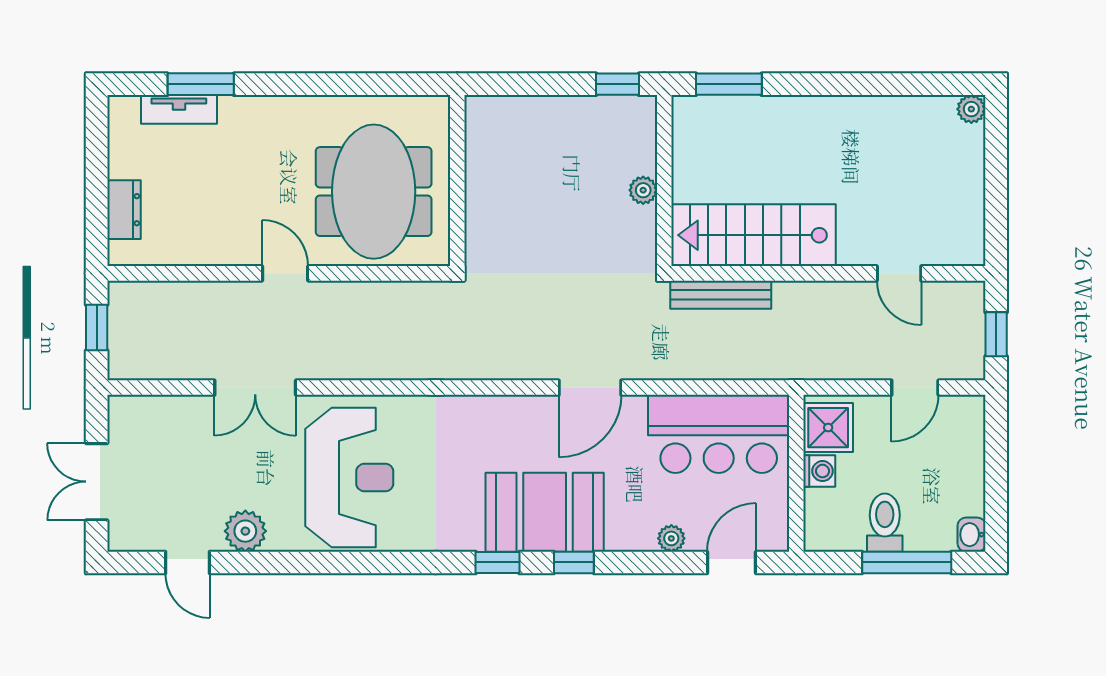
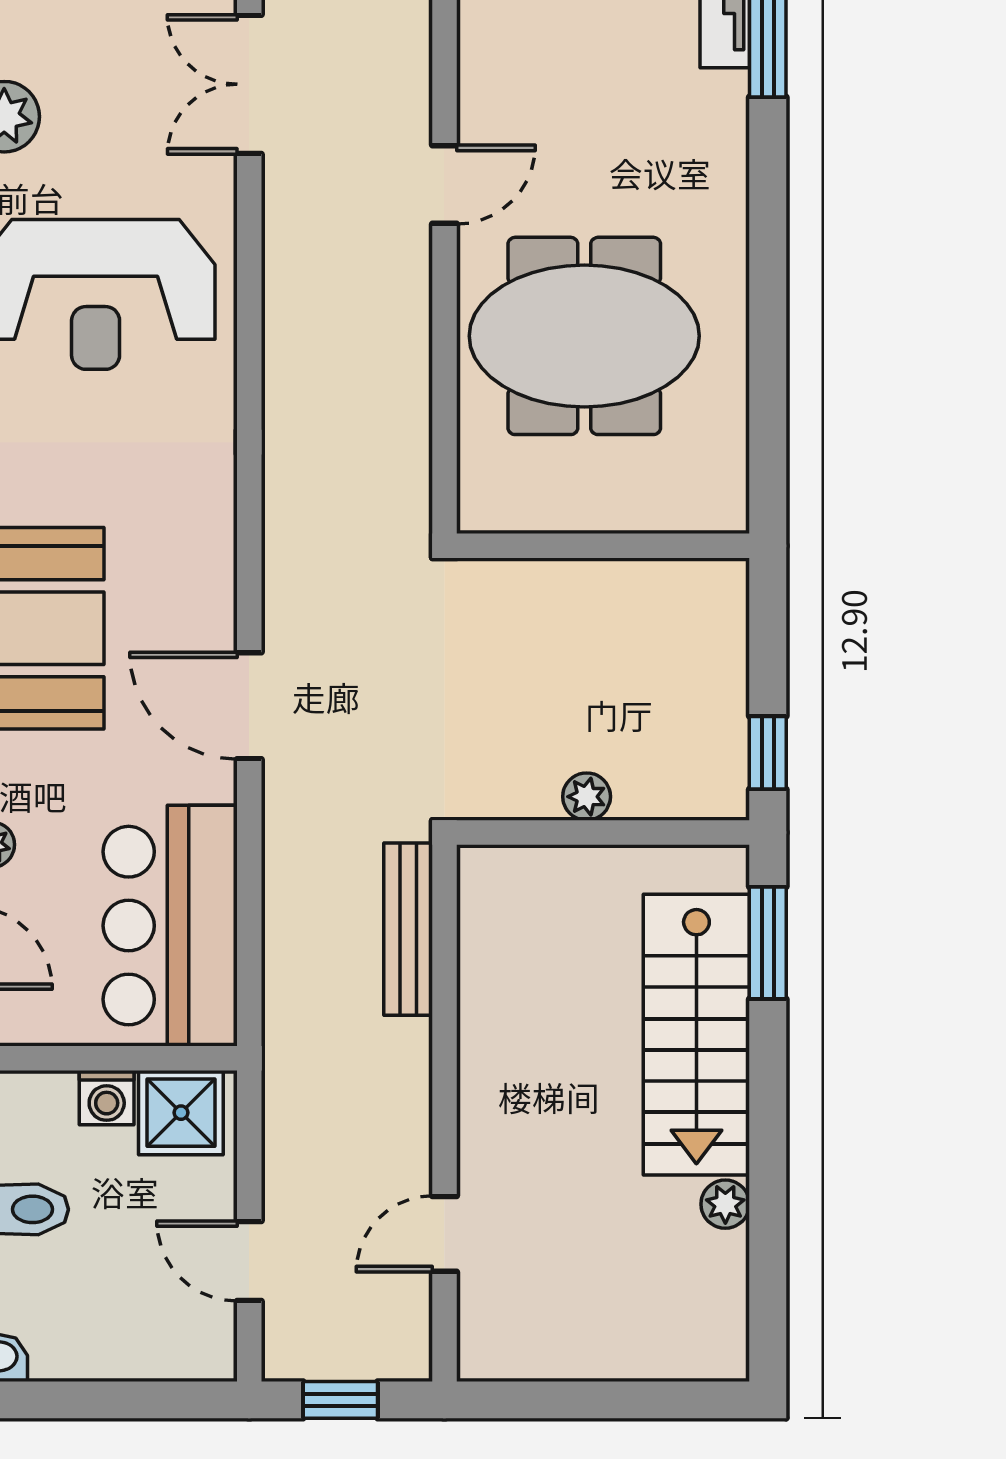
plant: (971, 109) -> (725, 1204), moved
wall: (457, 181) -> (603, 546), moved
stairs: (754, 235) -> (696, 1035), moved, turned 180
double door: (255, 388) -> (249, 84), moved

